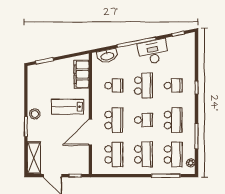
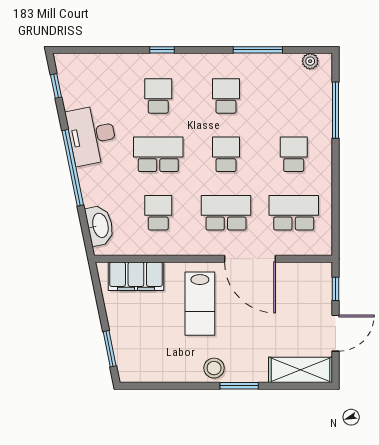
school desk: (173, 120) -> (226, 96), width x0.54
school desk: (143, 154) -> (294, 154), width x0.54
school desk: (173, 154) -> (294, 96), removed

